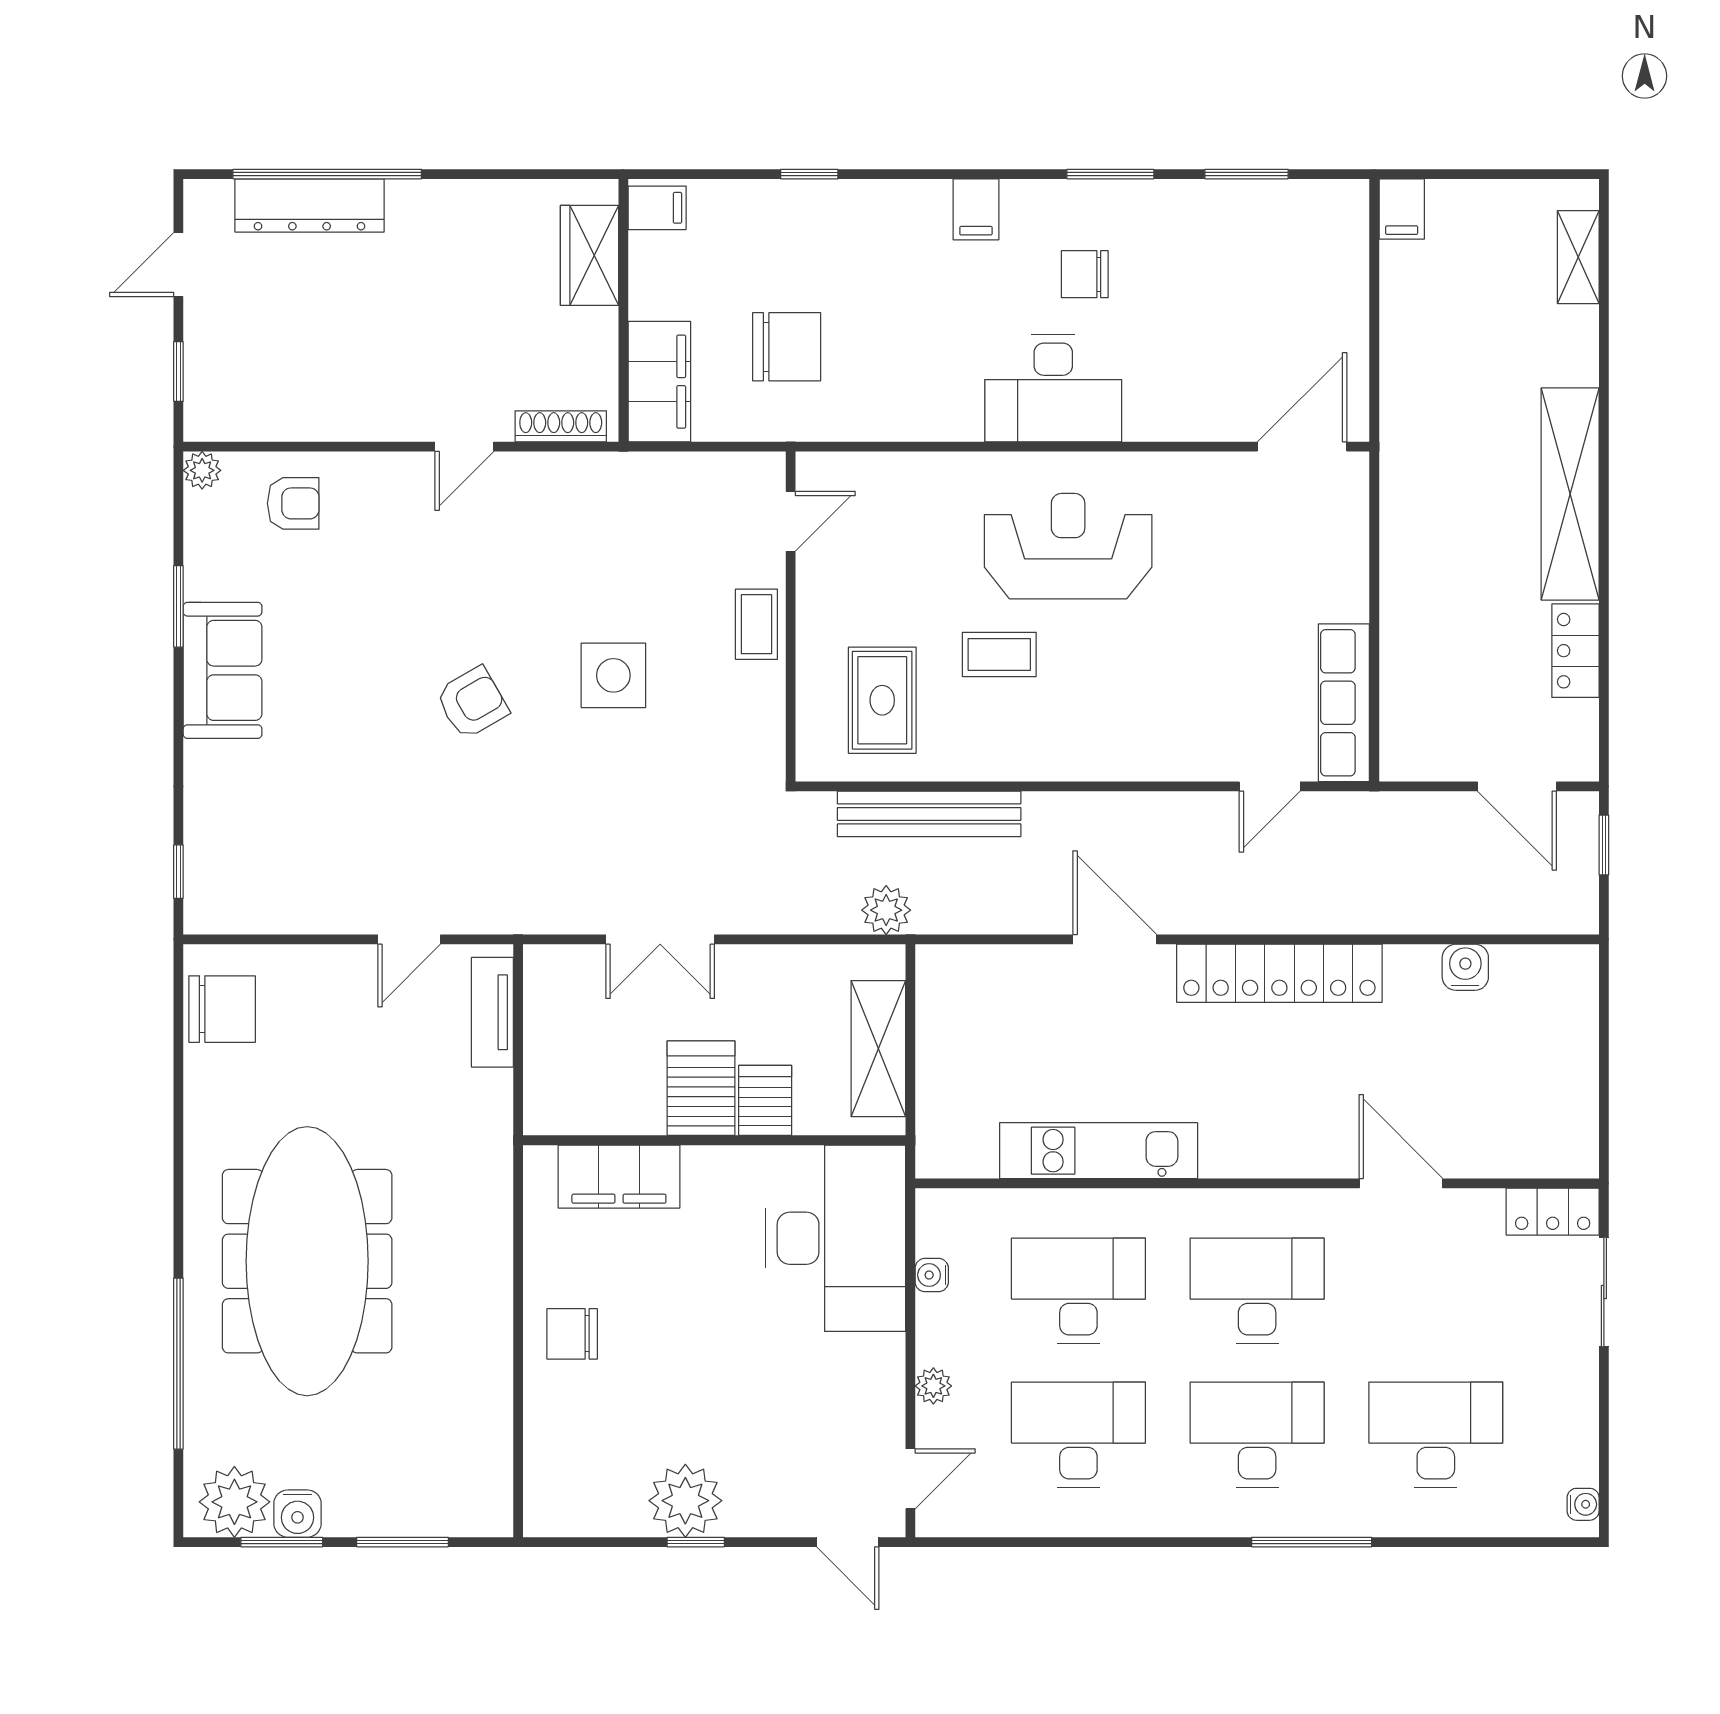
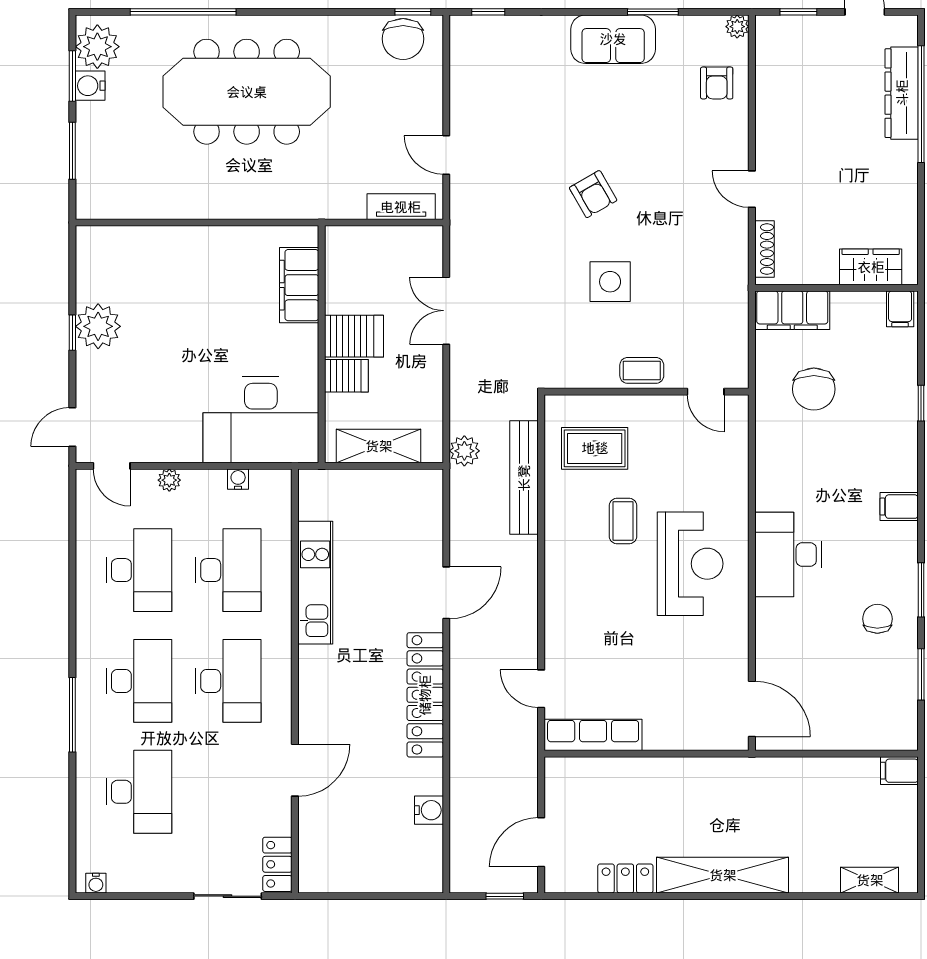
chair: (1085, 274) -> (877, 619), moved
window: (178, 993) -> (413, 12), added
chair: (572, 1334) -> (202, 256), removed

